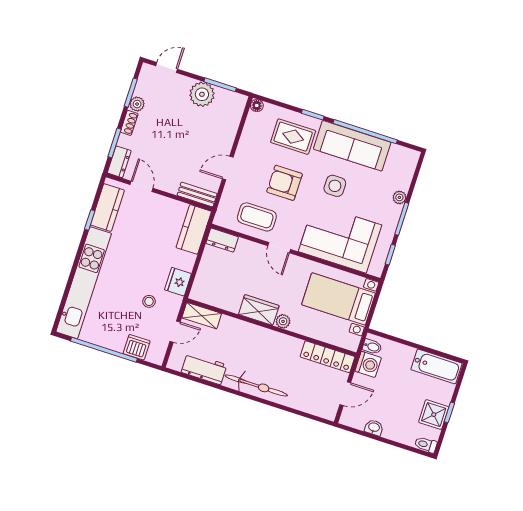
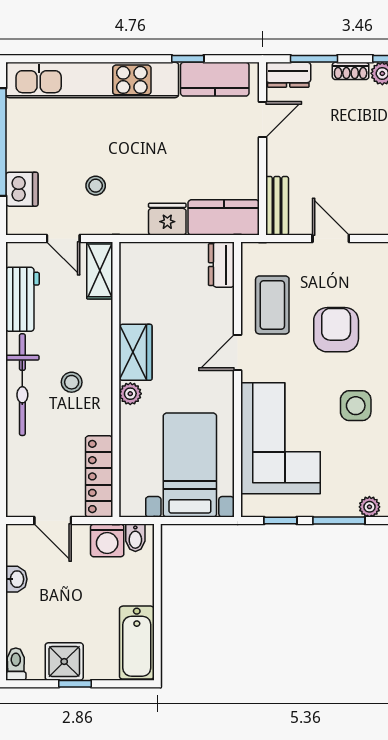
fridge: (178, 282) -> (167, 219), moved
stool: (264, 355) -> (72, 382), added

